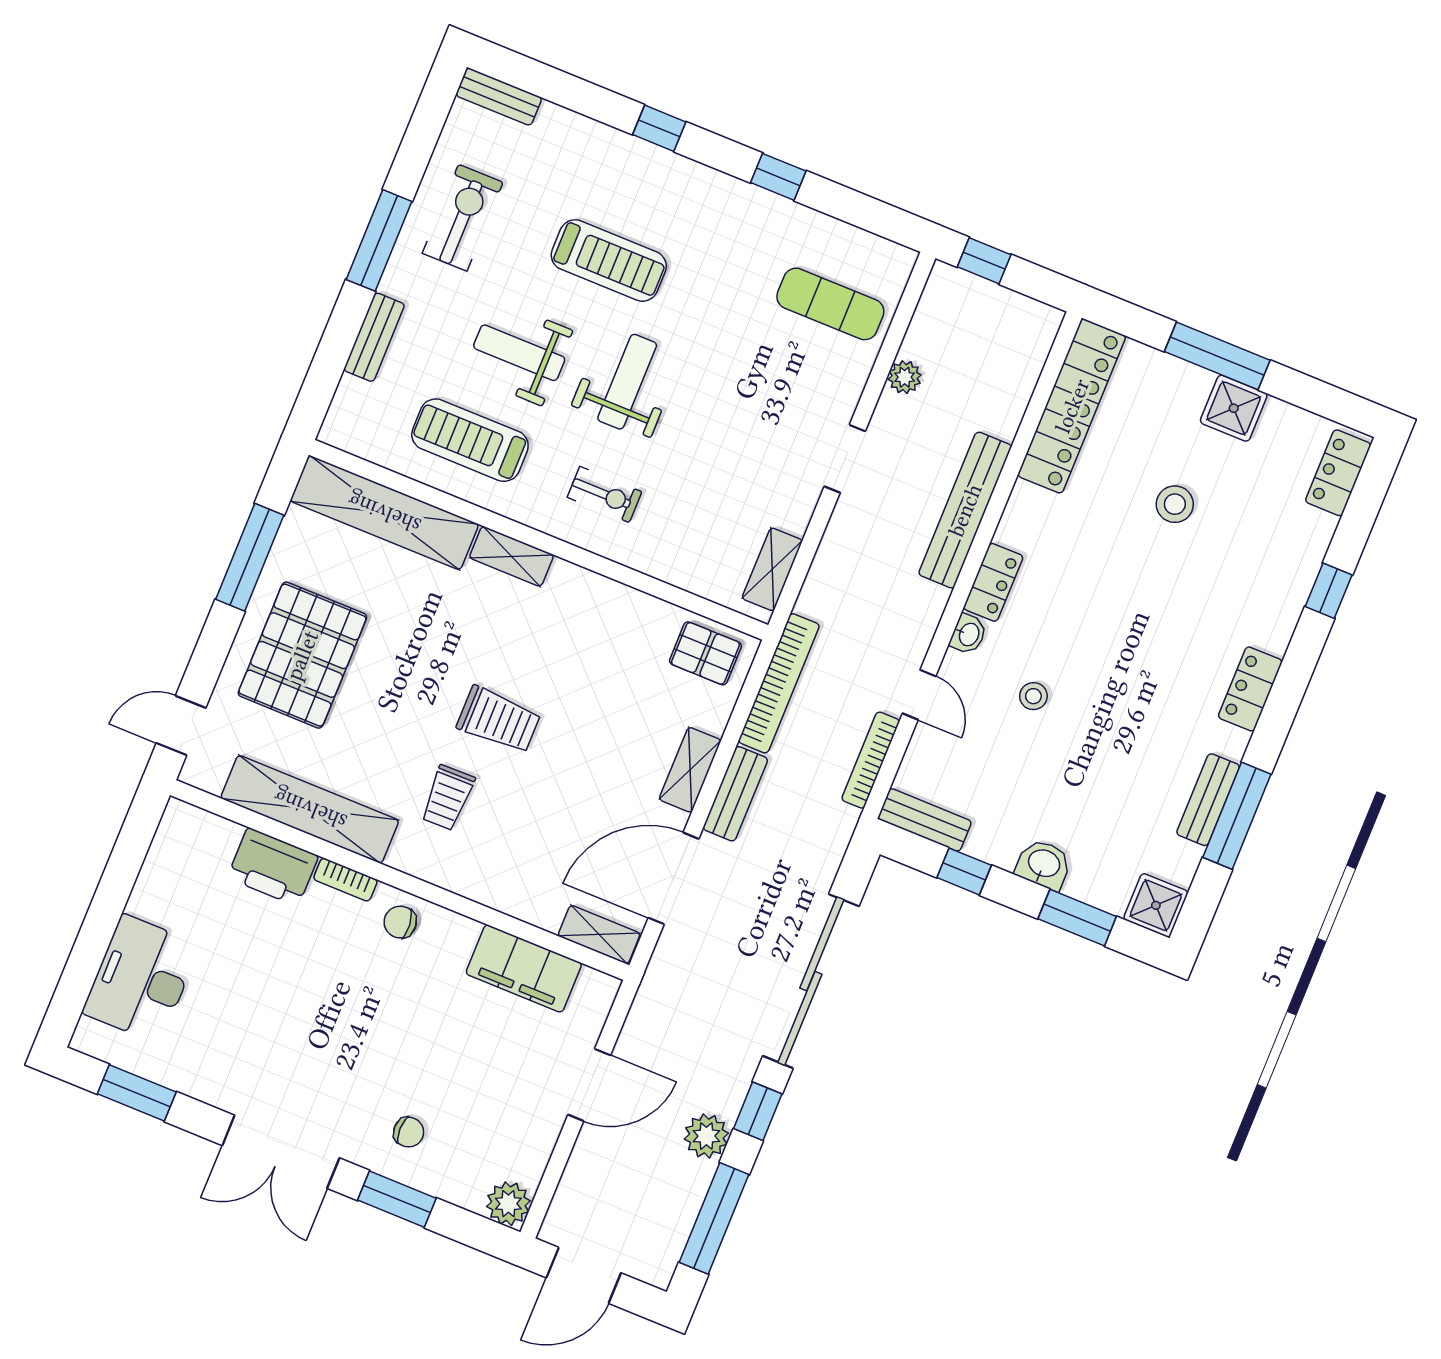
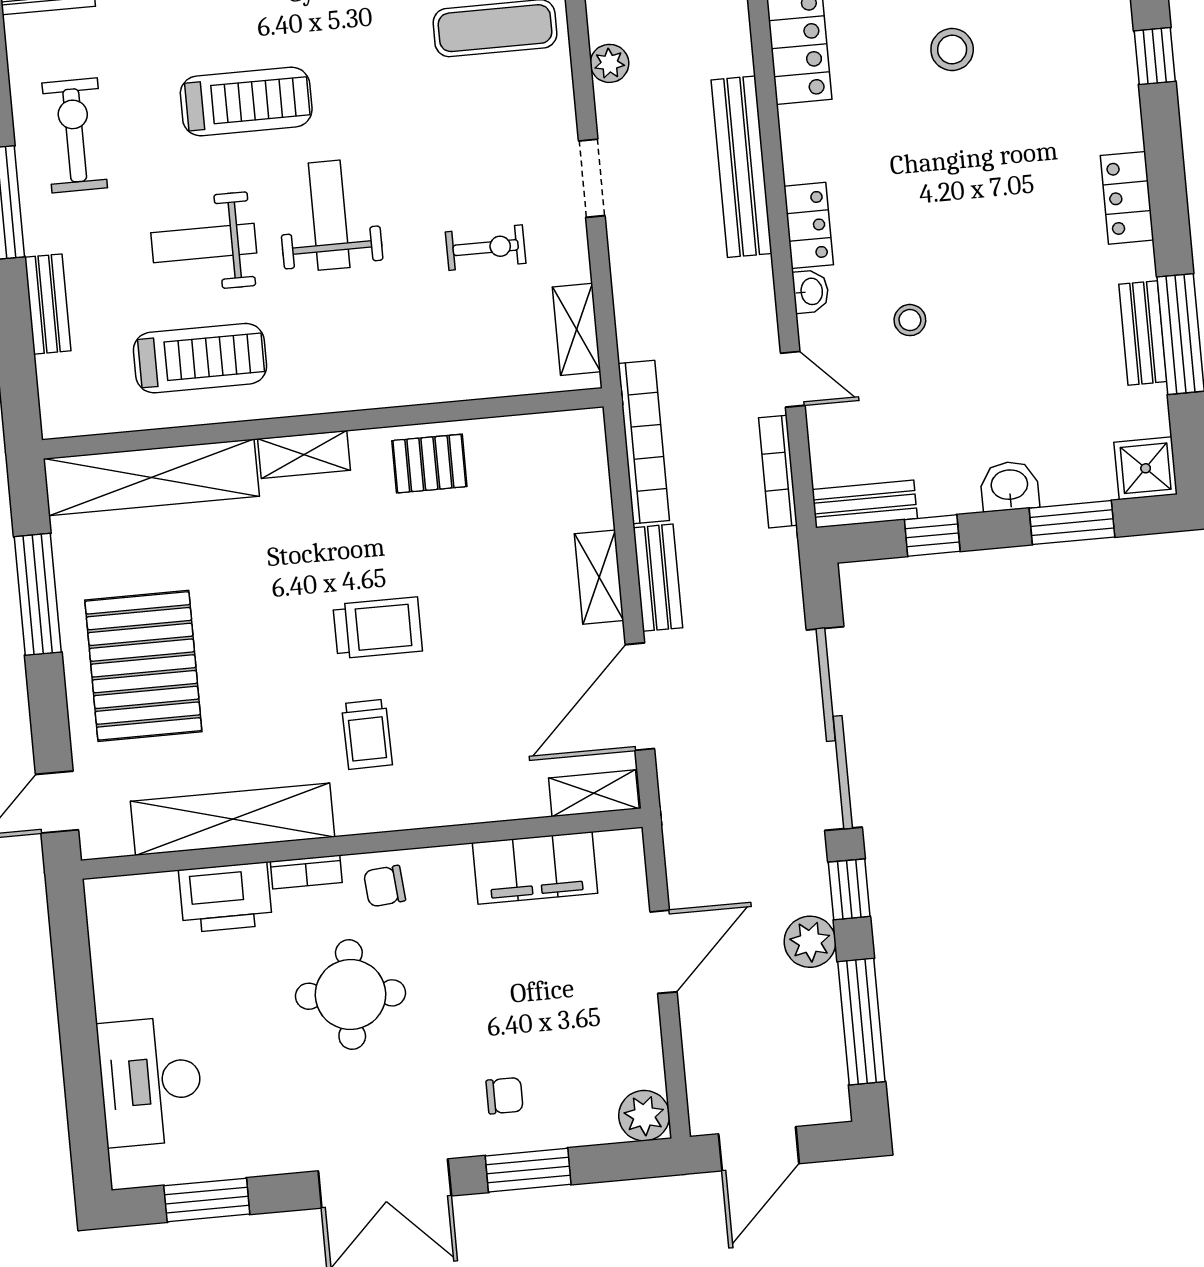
treadmill: (470, 440) -> (200, 358), turned 180
exercise bike: (605, 494) -> (486, 248), moved
pallet: (705, 653) -> (429, 464), moved
round table: (330, 992) -> (351, 995), added

